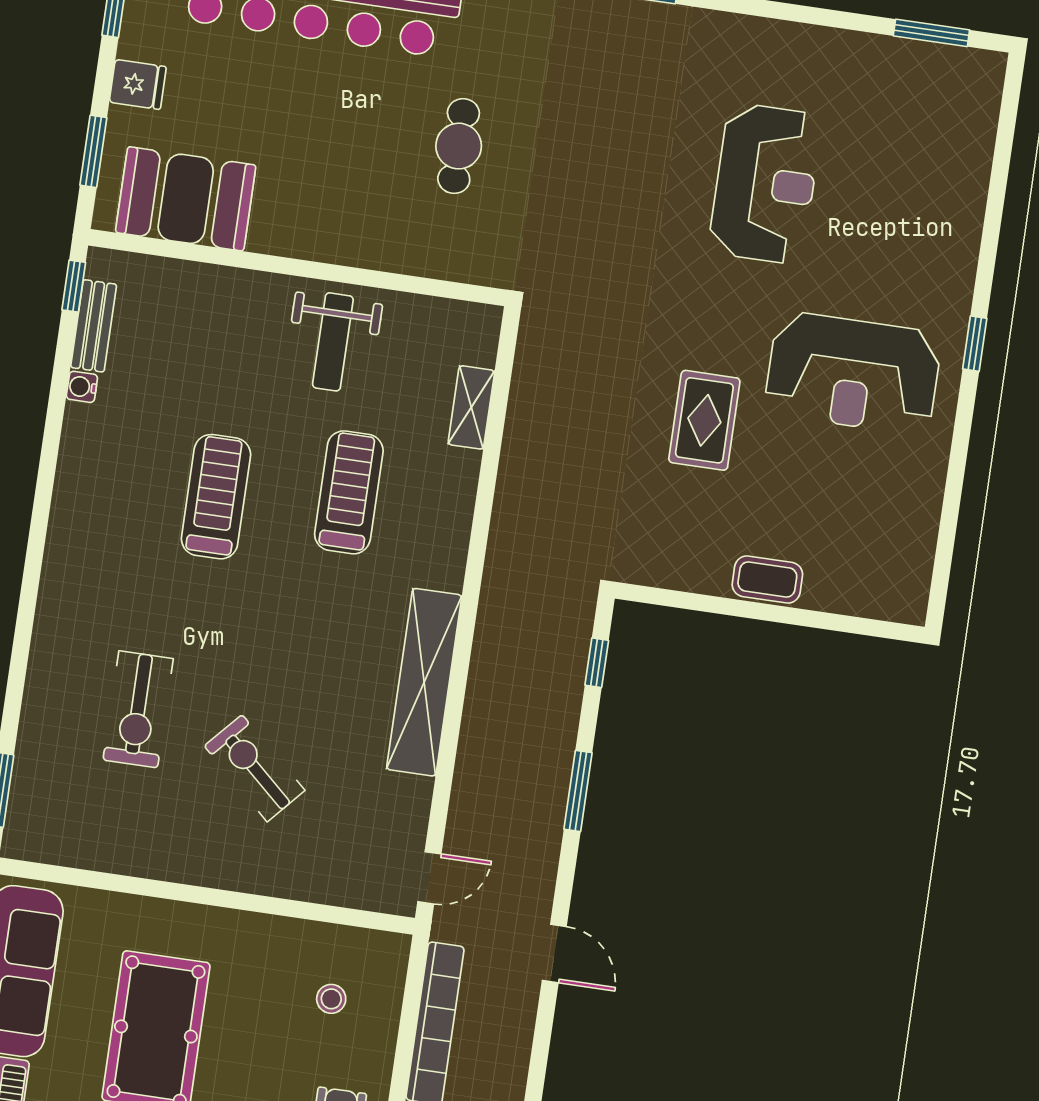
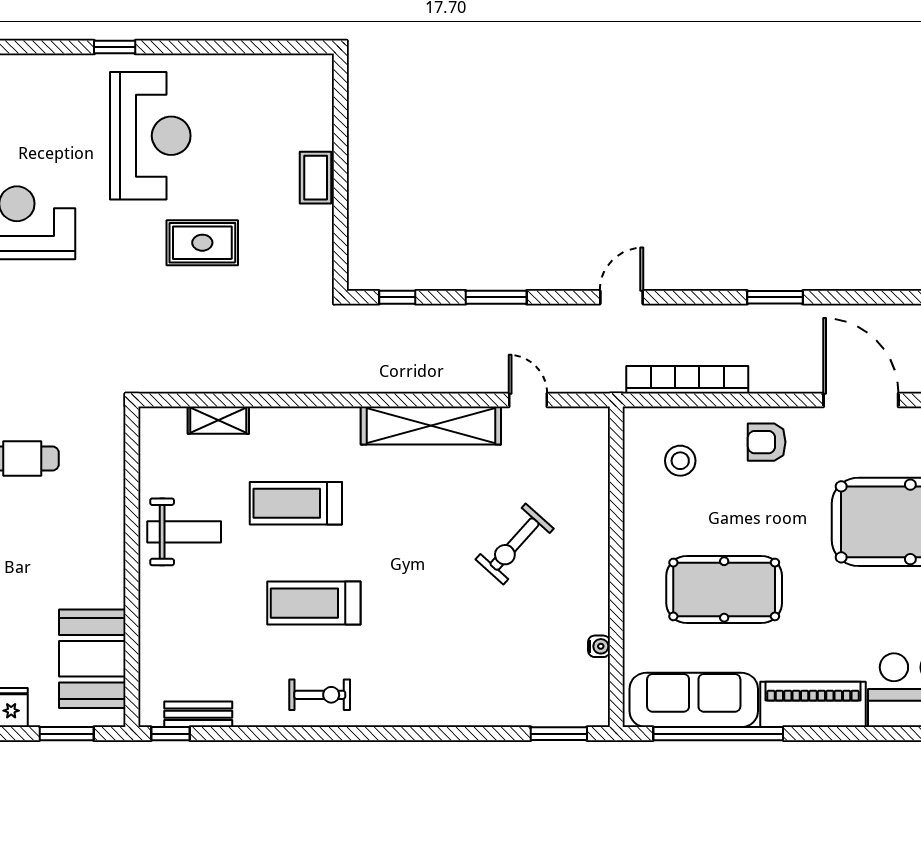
water cooler: (82, 387) -> (599, 646), moved, turned -90
exercise bike: (138, 709) -> (320, 695), moved, width x0.73, depth x0.72
door: (429, 878) -> (528, 400), moved
stool: (331, 999) -> (680, 461), width x1.37, depth x1.37

